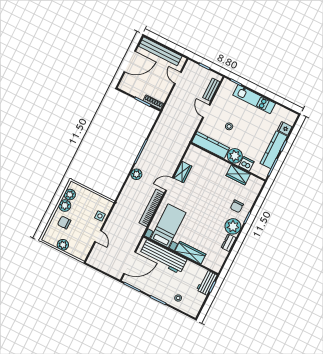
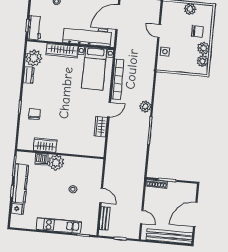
kitchen counter: (211, 145) -> (84, 164), removed
plant: (233, 226) -> (34, 58), moved

